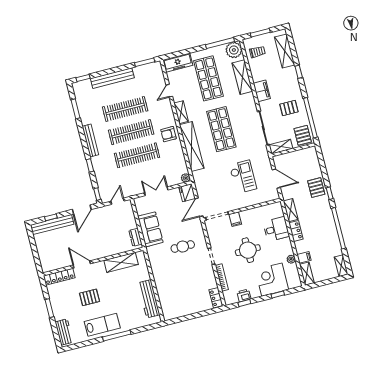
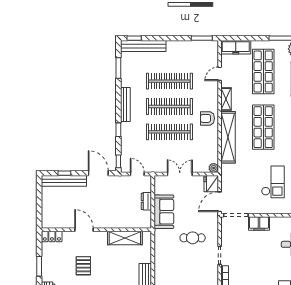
bench: (112, 78) -> (143, 46), moved
door: (117, 201) -> (137, 174), hinge flipped
door: (82, 209) -> (98, 173), swing flipped
filing cabinet: (235, 219) -> (259, 224), width x2.00
dresser: (135, 237) -> (146, 201), moved
round table: (248, 250) -> (259, 259), removed
locker: (59, 277) -> (52, 237), width x0.66
pallet: (90, 297) -> (83, 266), turned 90

